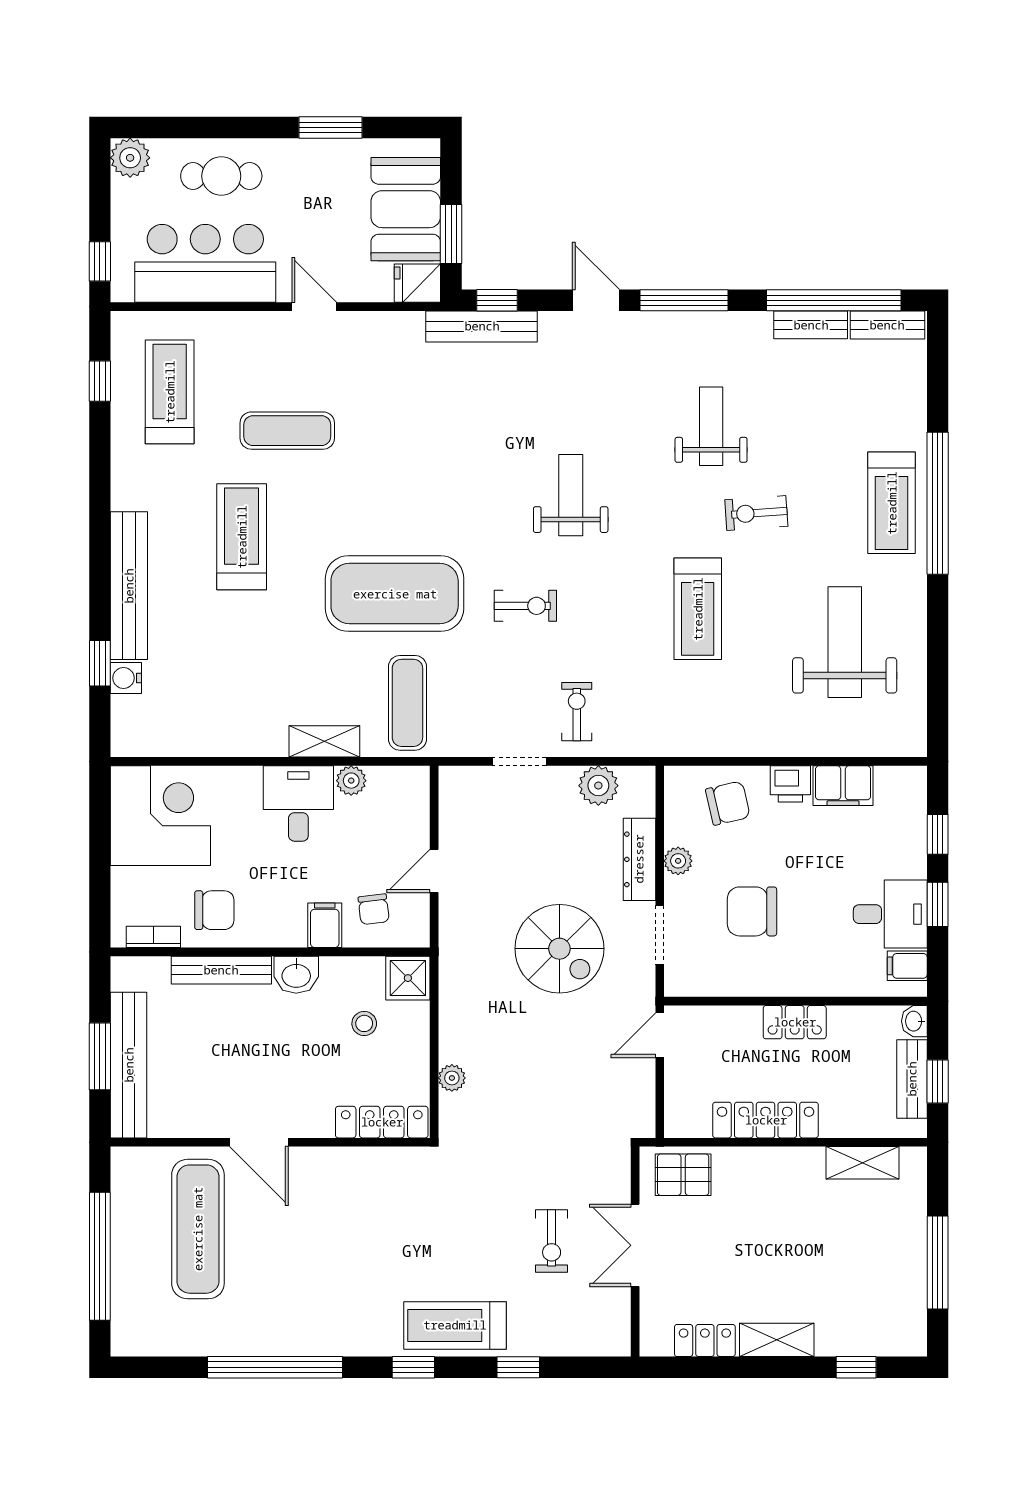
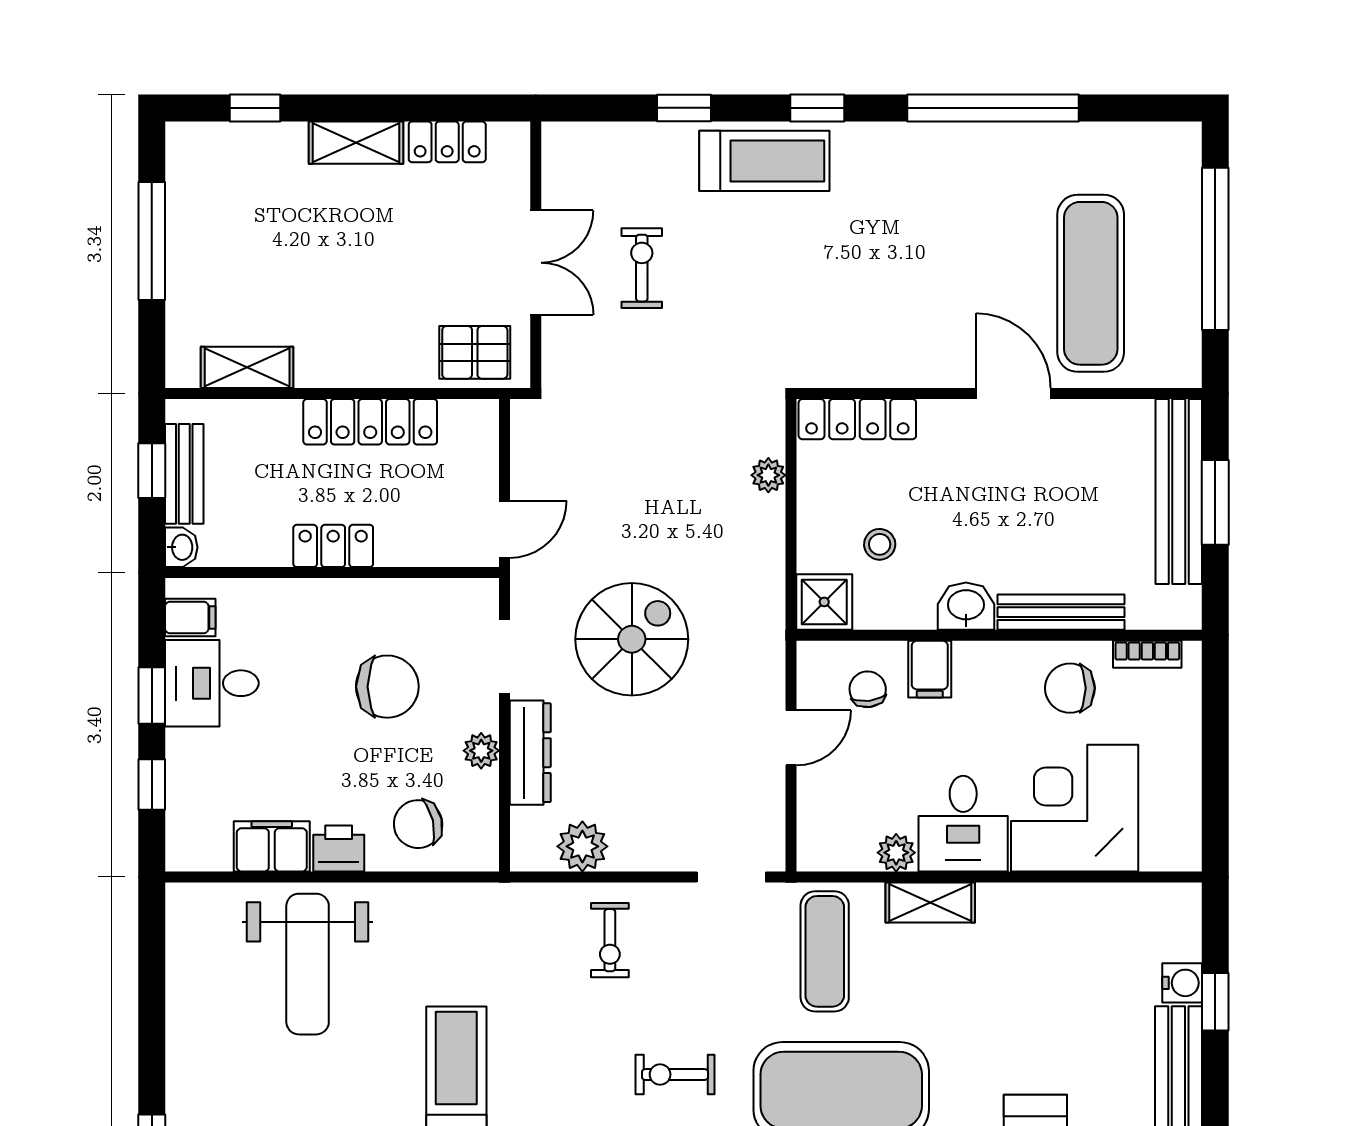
weight bench: (845, 642) -> (308, 964), moved
doorway: (519, 761) -> (731, 877), moved
corner desk: (160, 816) -> (1075, 808), moved, turned 90
spiral stairs: (559, 949) -> (632, 639), turned 90

